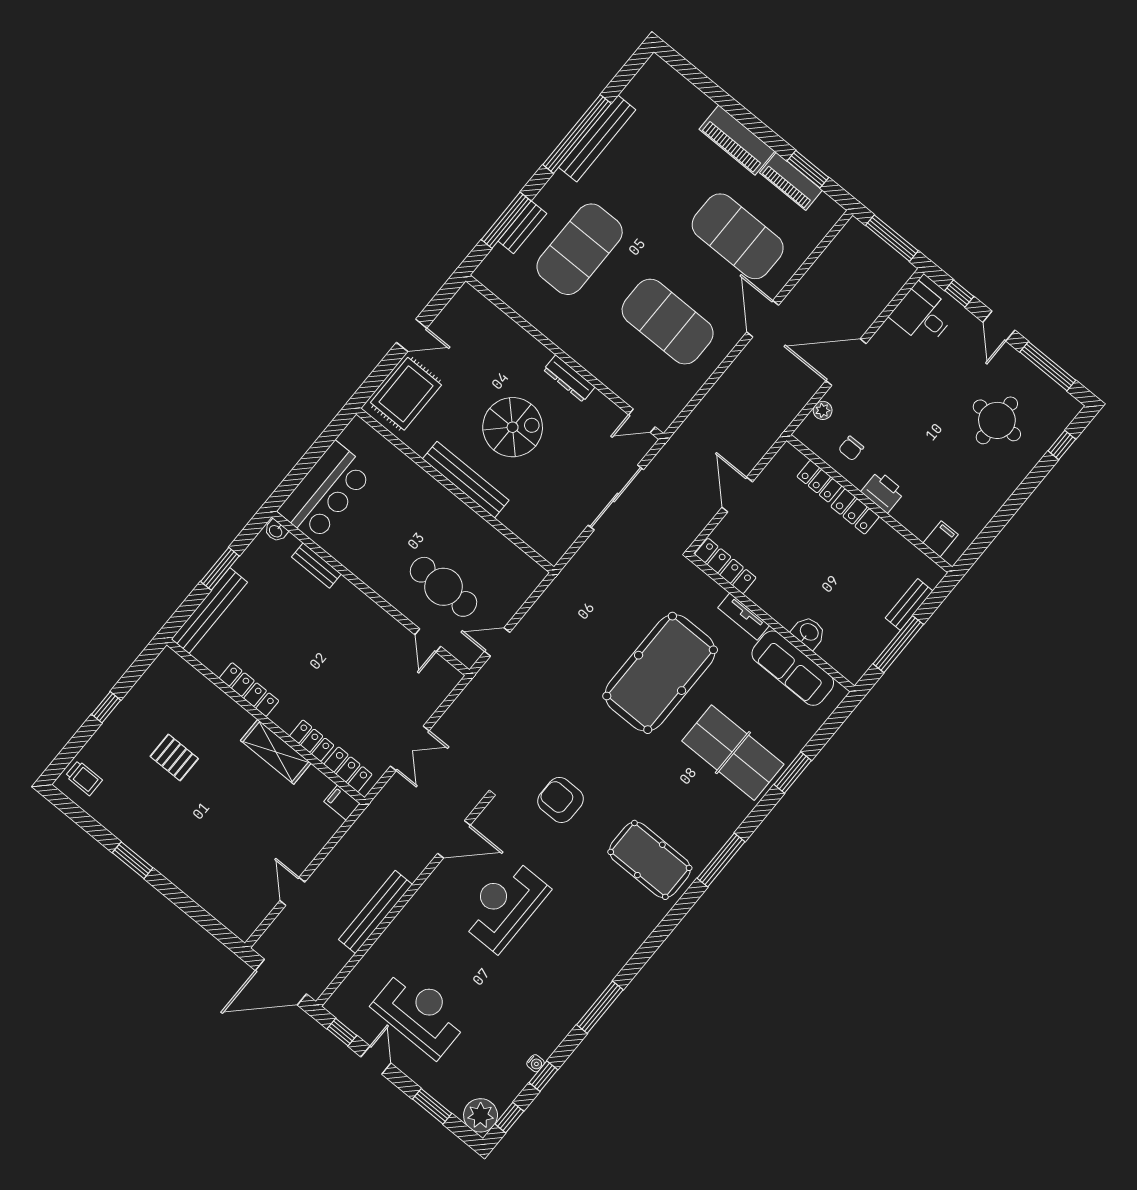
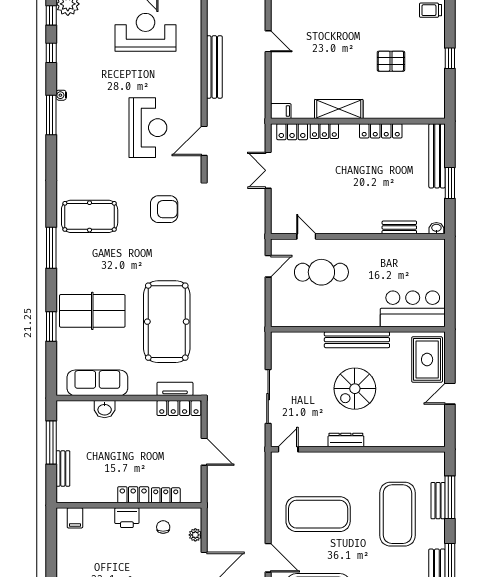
bar counter: (325, 492) -> (413, 309), moved, turned 90
tv unit: (744, 617) -> (175, 389), moved
reception desk: (420, 1013) -> (145, 32), turned 180
water cooler: (536, 1063) -> (61, 95), moved

